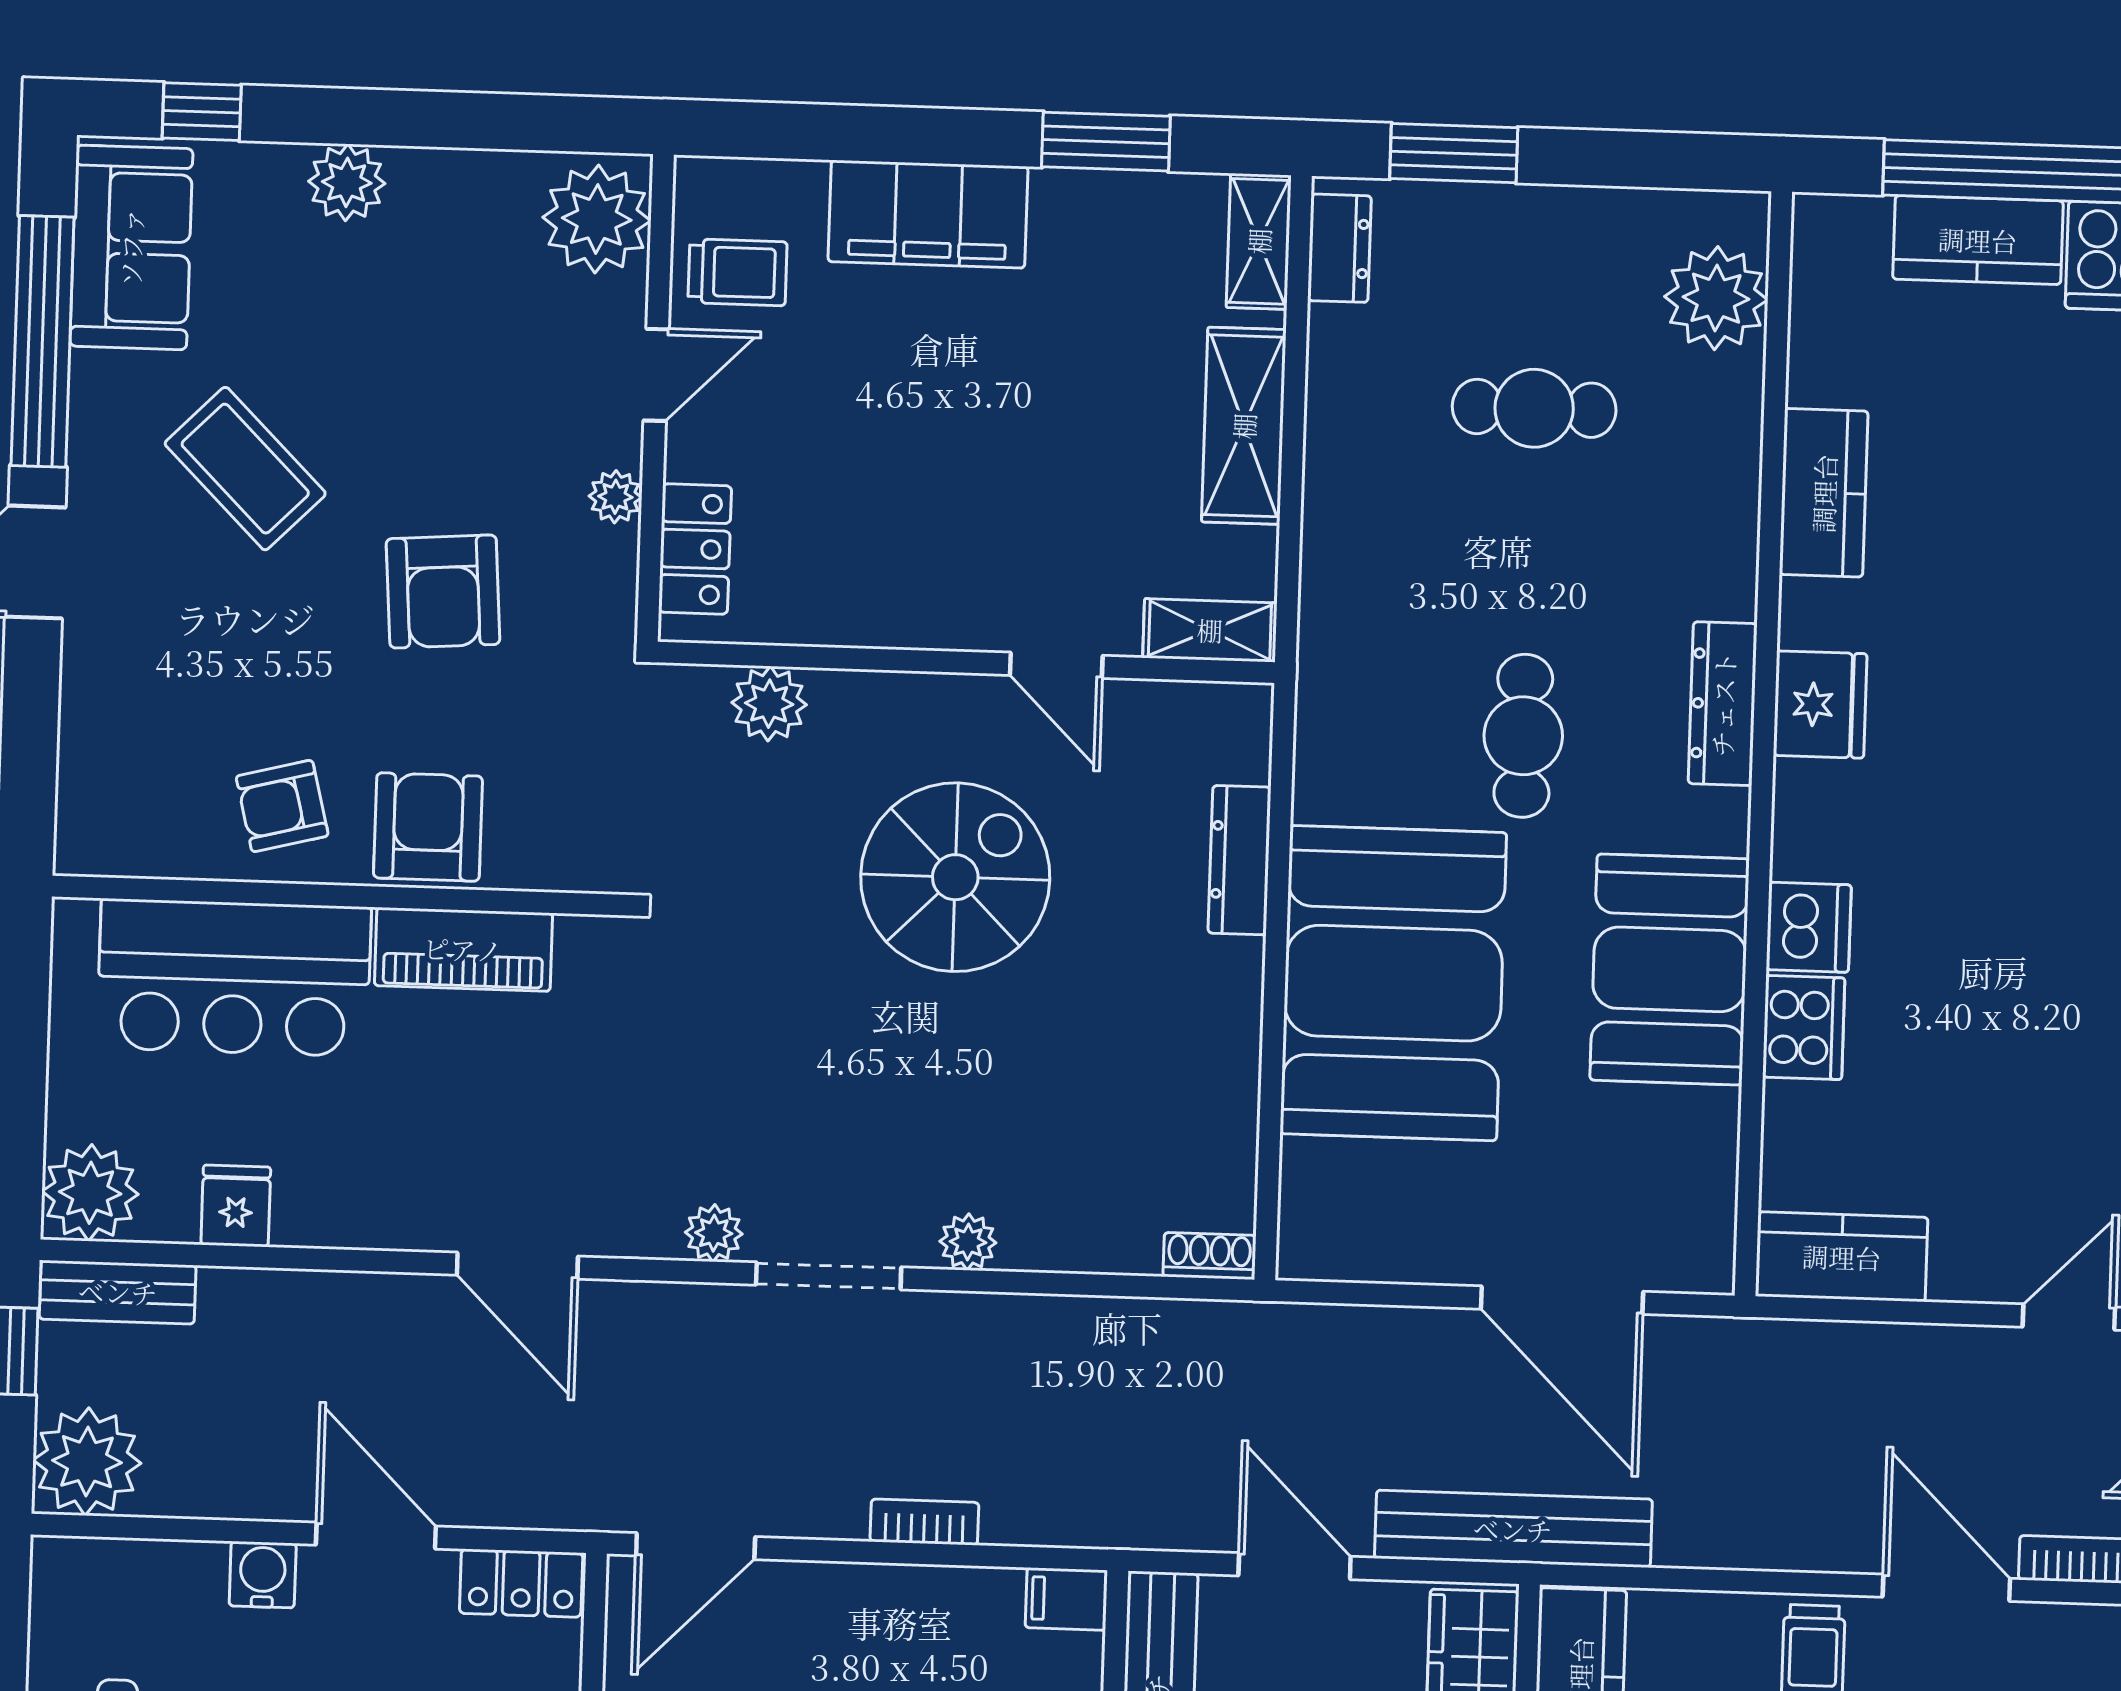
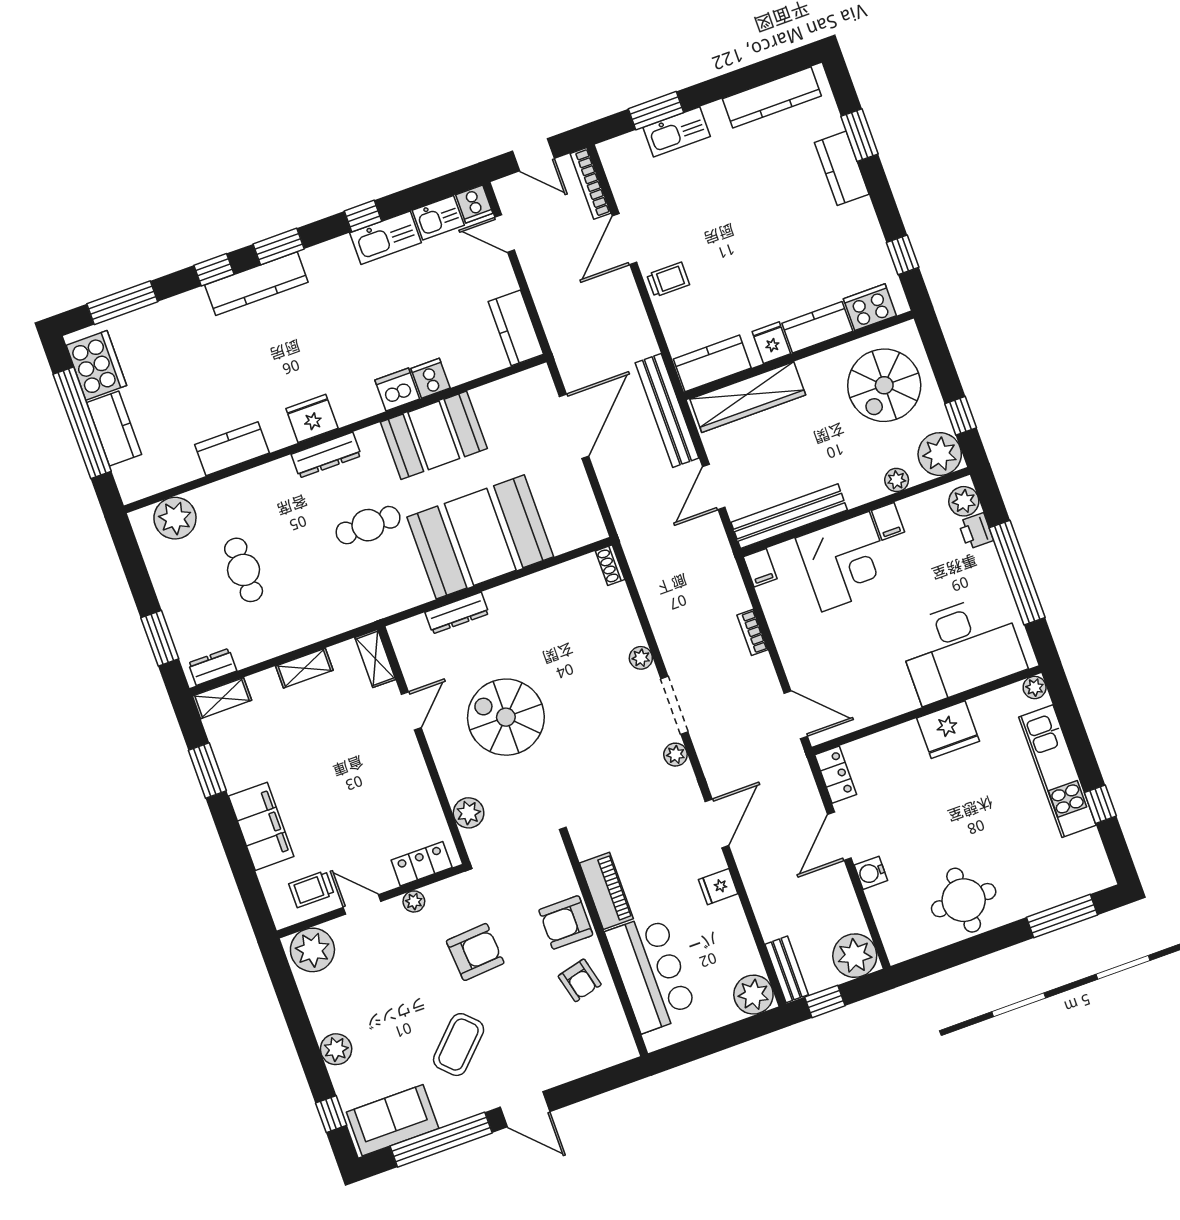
trolley: (738, 272) -> (311, 889), turned -90
shelving: (1244, 426) -> (304, 668), width x0.67, depth x0.75
cooker: (1804, 1028) -> (430, 378), width x0.73
fridge: (236, 1206) -> (718, 887), moved

